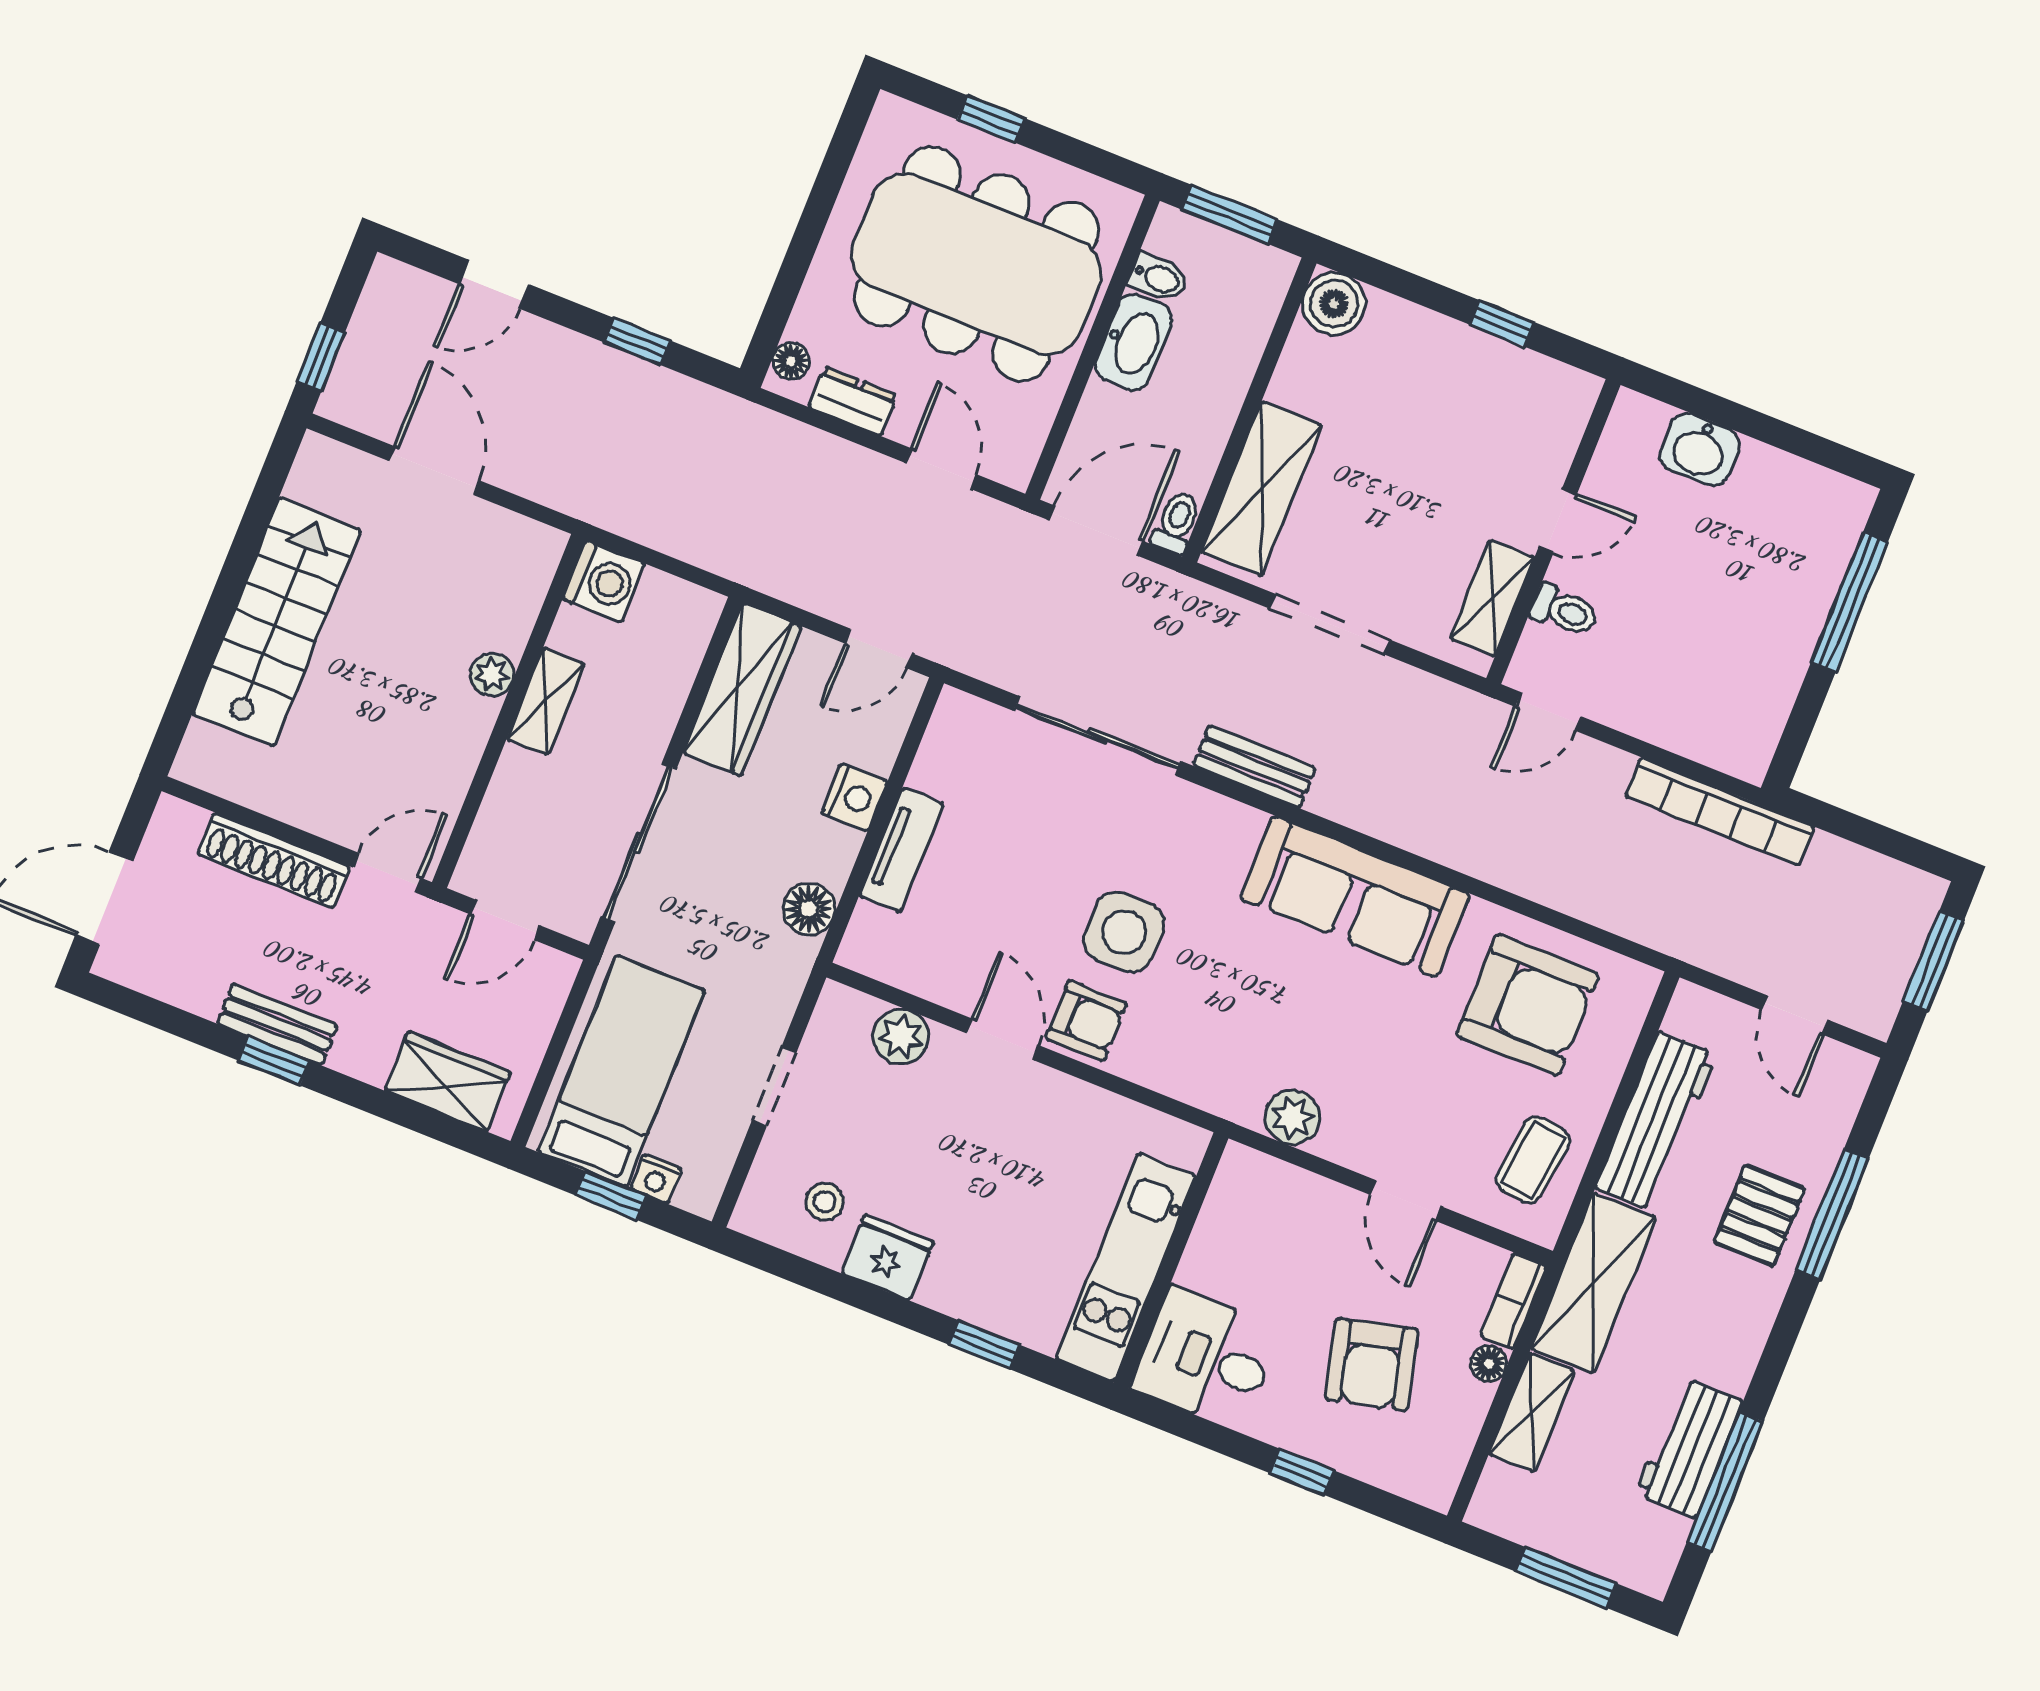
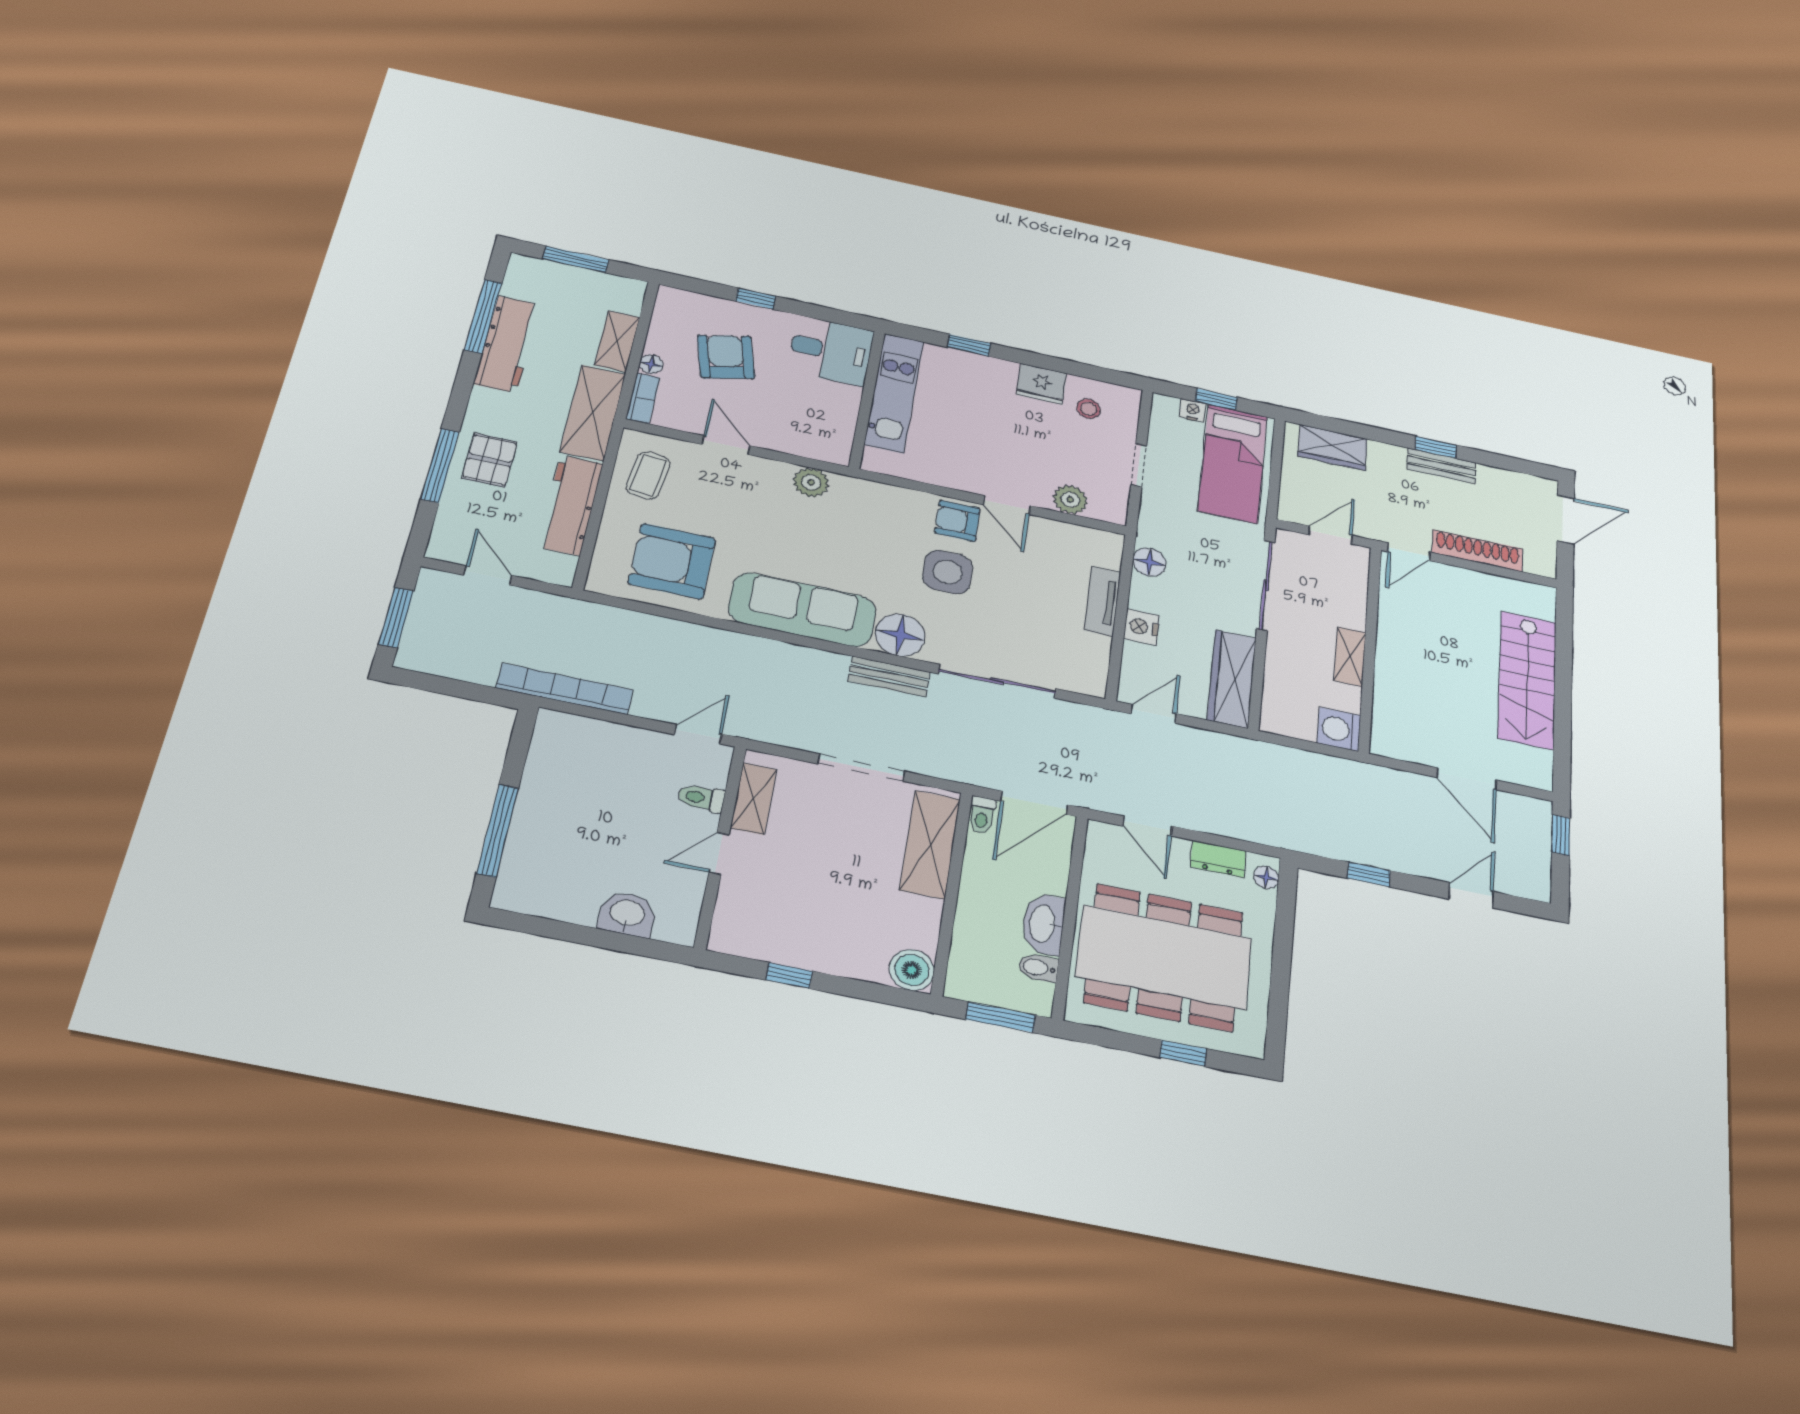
plant: (492, 674) -> (1388, 667), removed
floor lamp: (1222, 834) -> (900, 635), added
workbench: (1689, 1447) -> (507, 344), width x1.37

